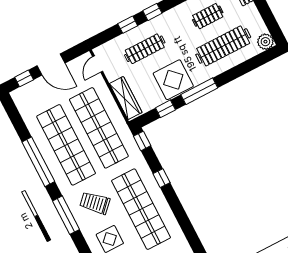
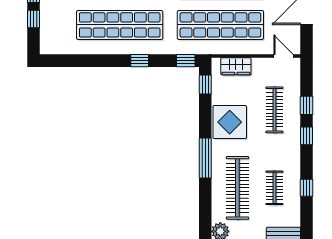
window: (199, 91) -> (205, 158), moved
wardrobe: (126, 98) -> (236, 66), width x0.67
window: (165, 109) -> (205, 85), moved

